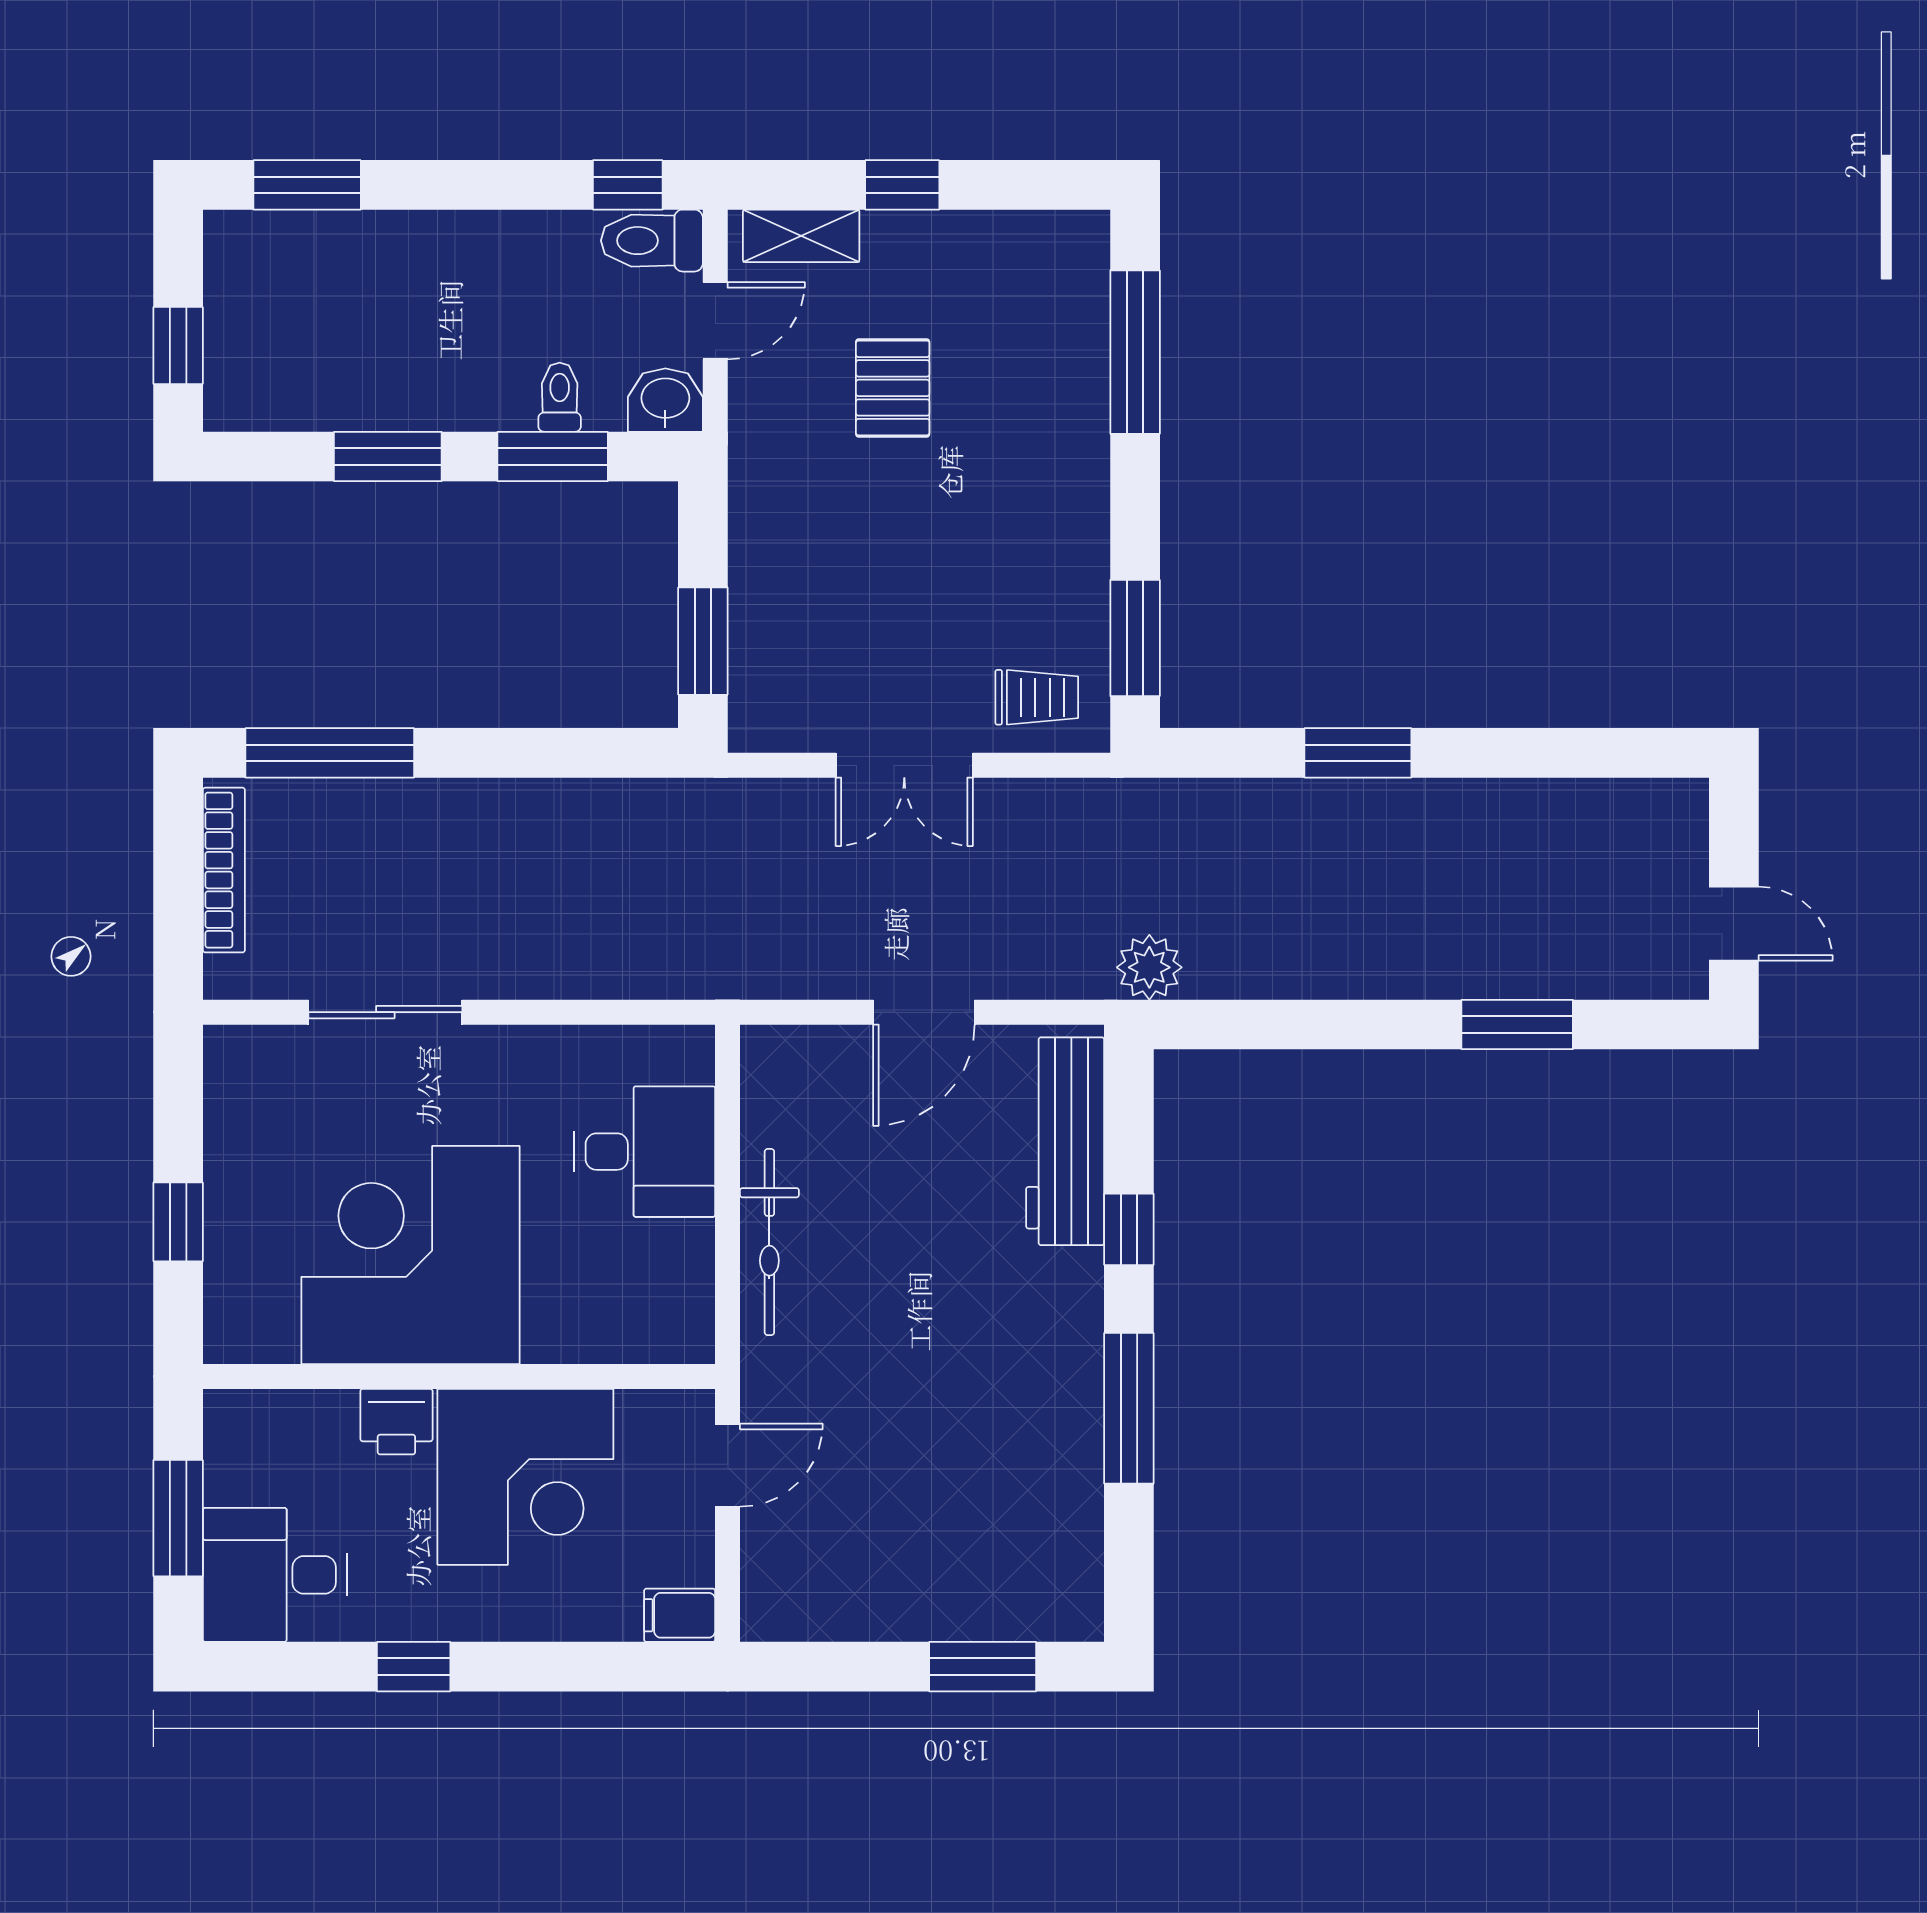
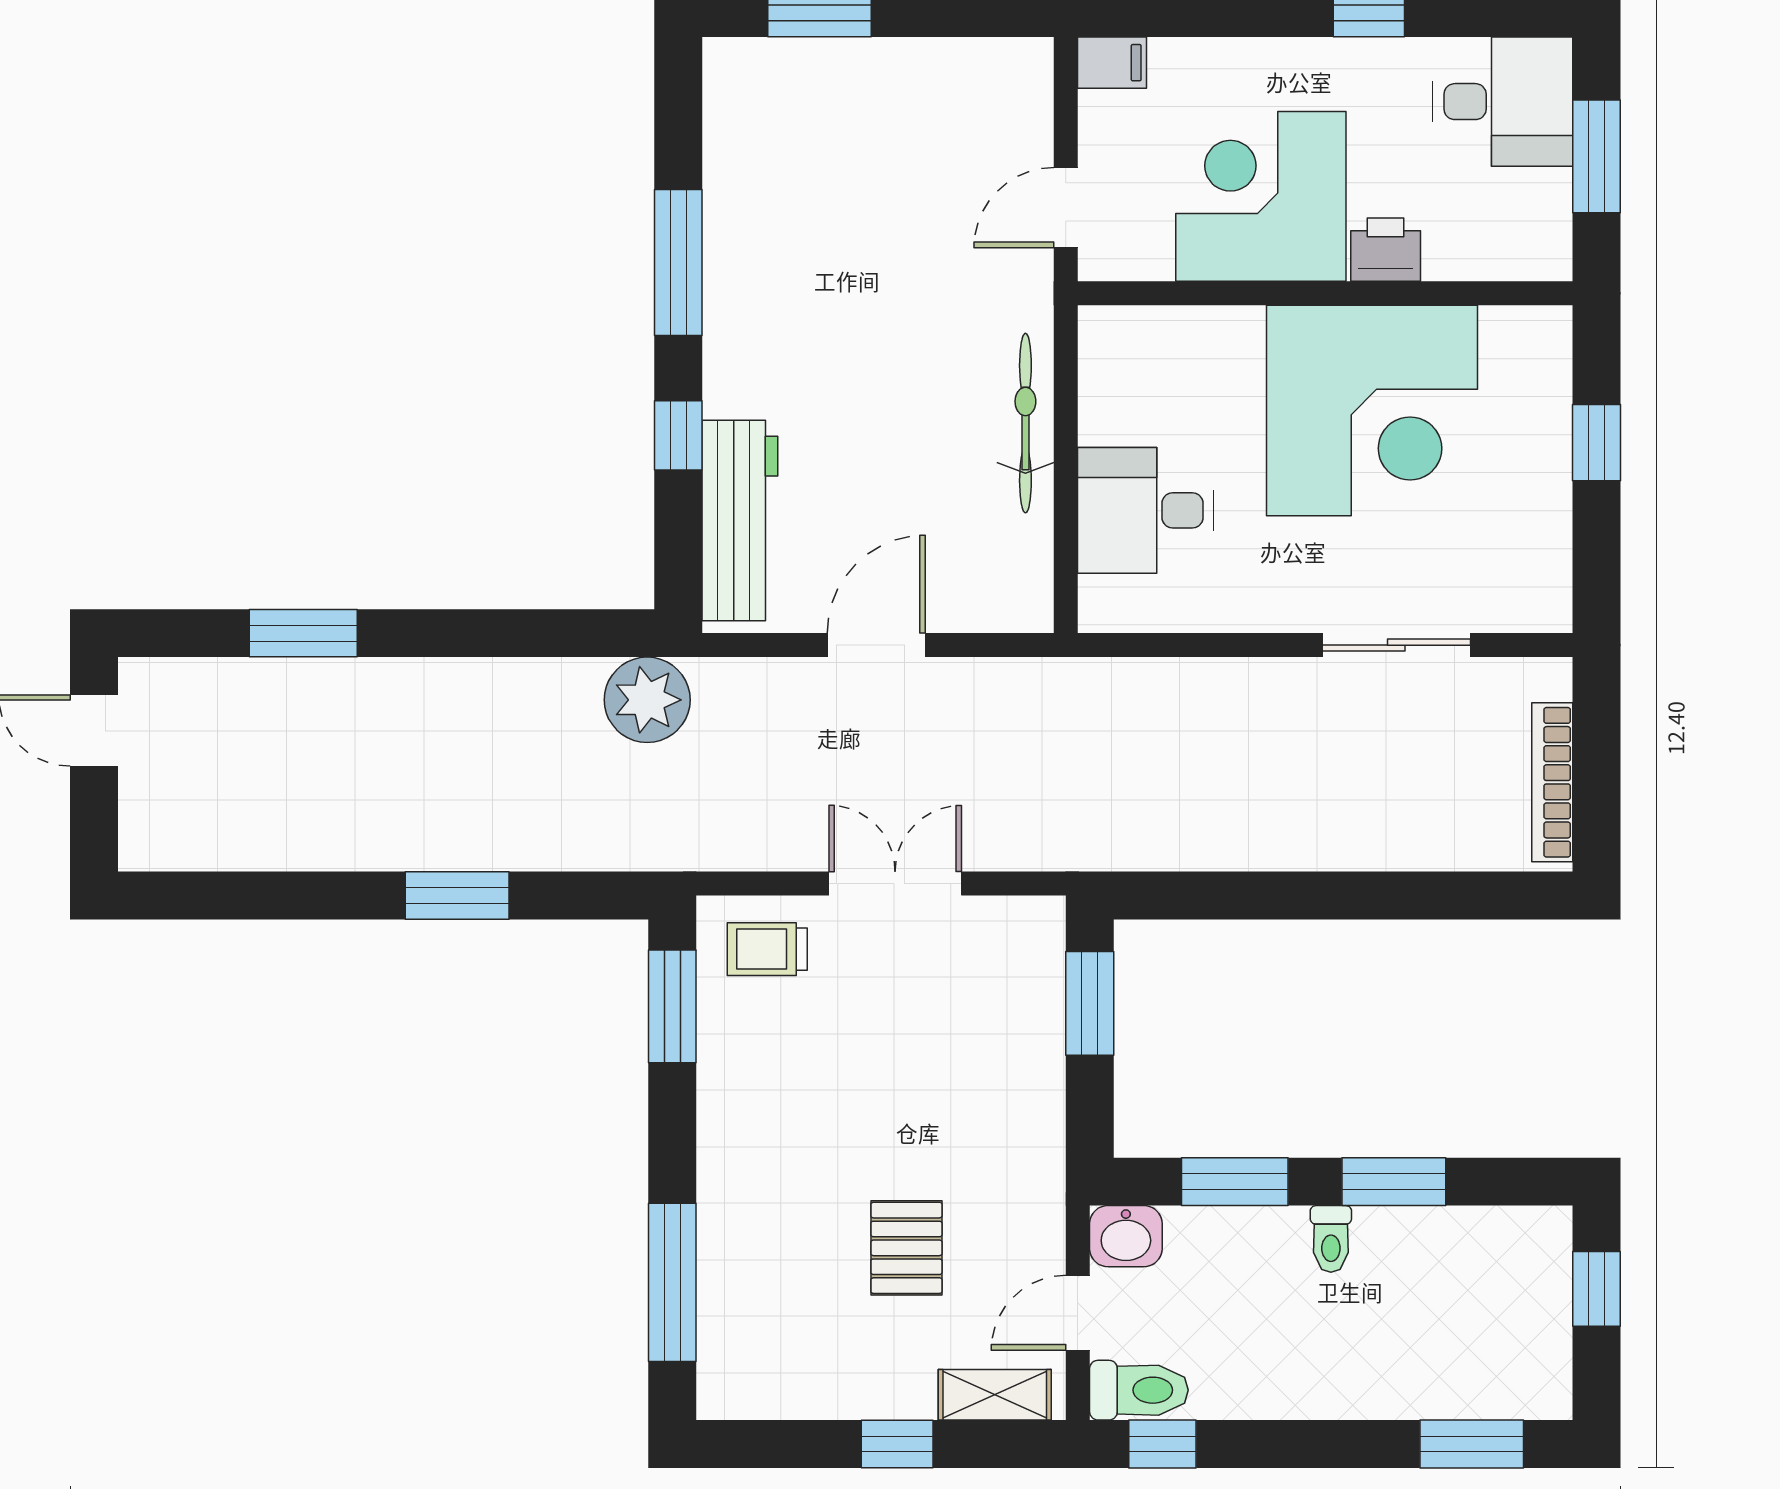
toilet: (560, 397) -> (1331, 1239), moved
window: (330, 753) -> (1450, 895), removed
plant: (1149, 967) -> (647, 700), width x1.36, depth x1.36

